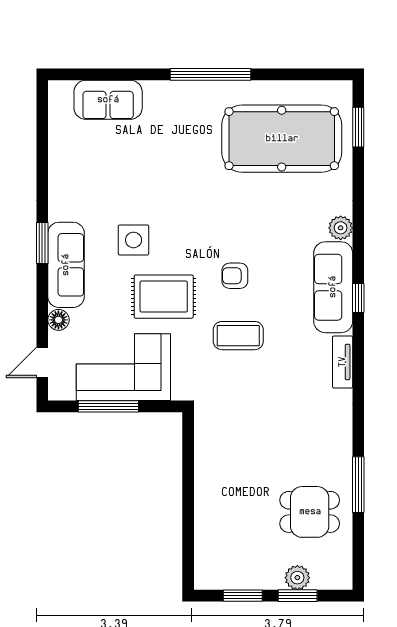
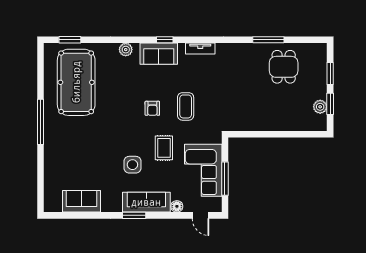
sofa: (108, 100) -> (81, 201), moved, turned -90
sofa: (333, 287) -> (159, 54), width x0.73
rug: (164, 297) -> (164, 148), width x0.73, depth x0.70
plant: (297, 578) -> (320, 107), moved

